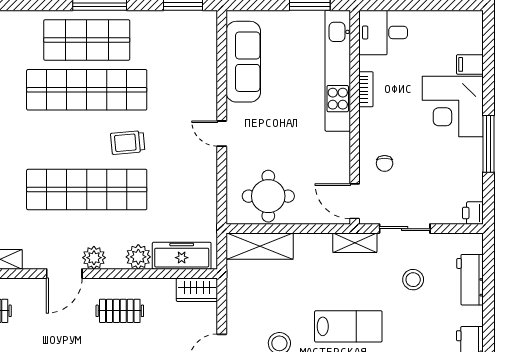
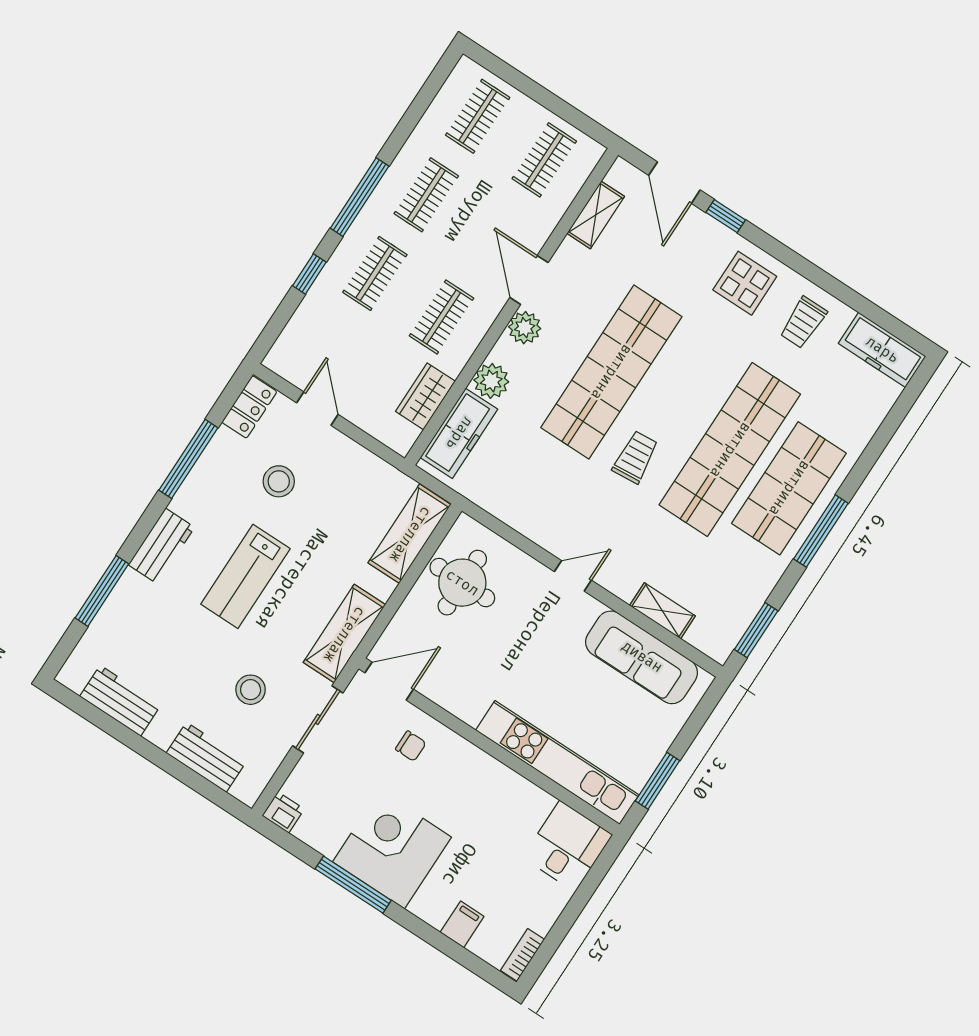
shelving: (208, 67) -> (662, 611), added
bookcase: (366, 89) -> (522, 955), moved, turned 90
corner desk: (453, 106) -> (392, 849), moved
chair: (385, 163) -> (411, 746), turned 180
shelving: (355, 243) -> (344, 634), width x1.50, depth x1.33
wardrobe: (197, 290) -> (425, 396), moved

